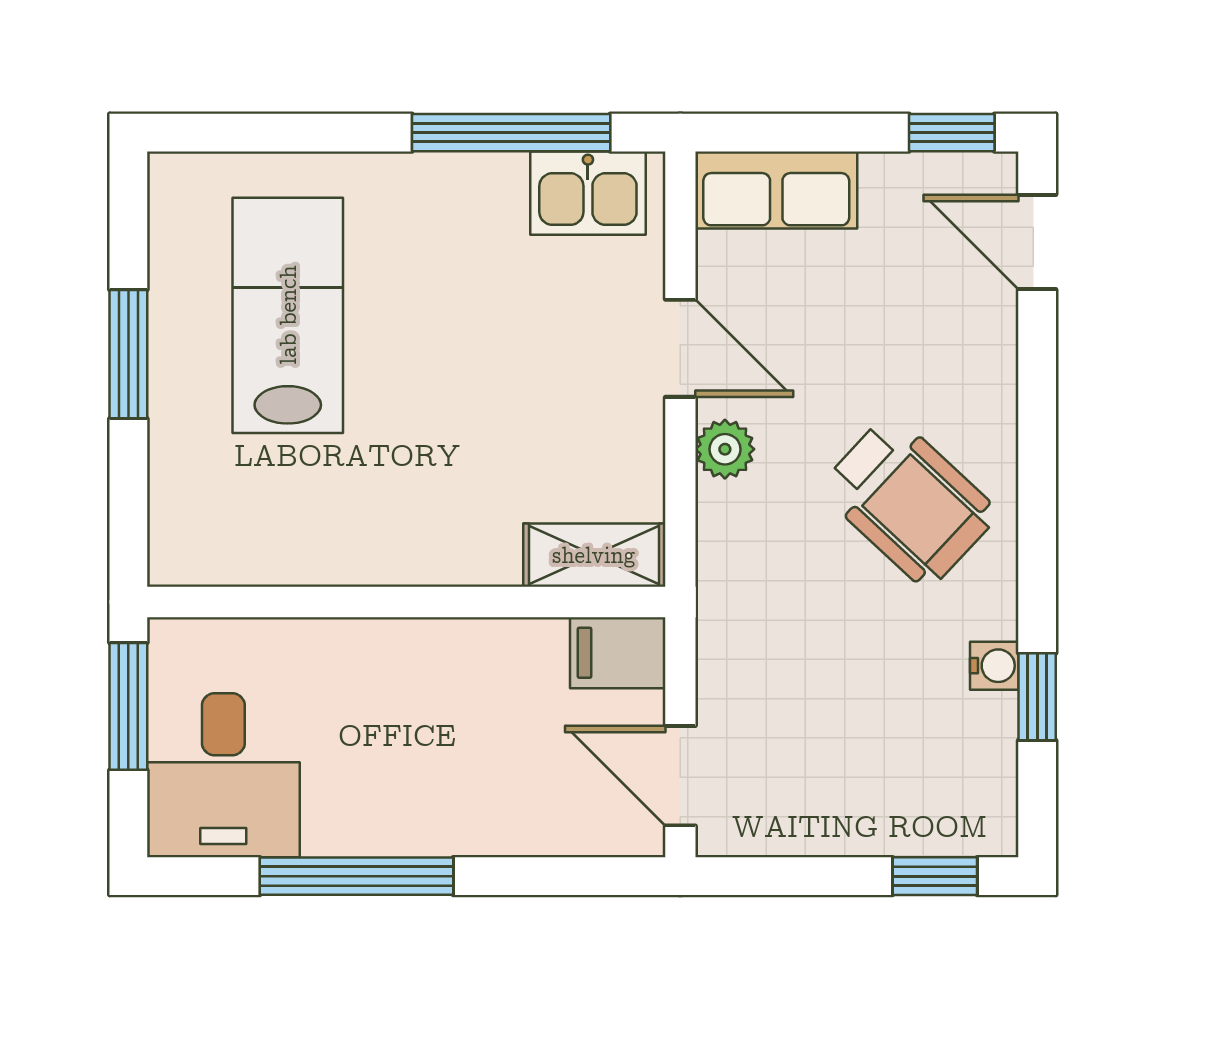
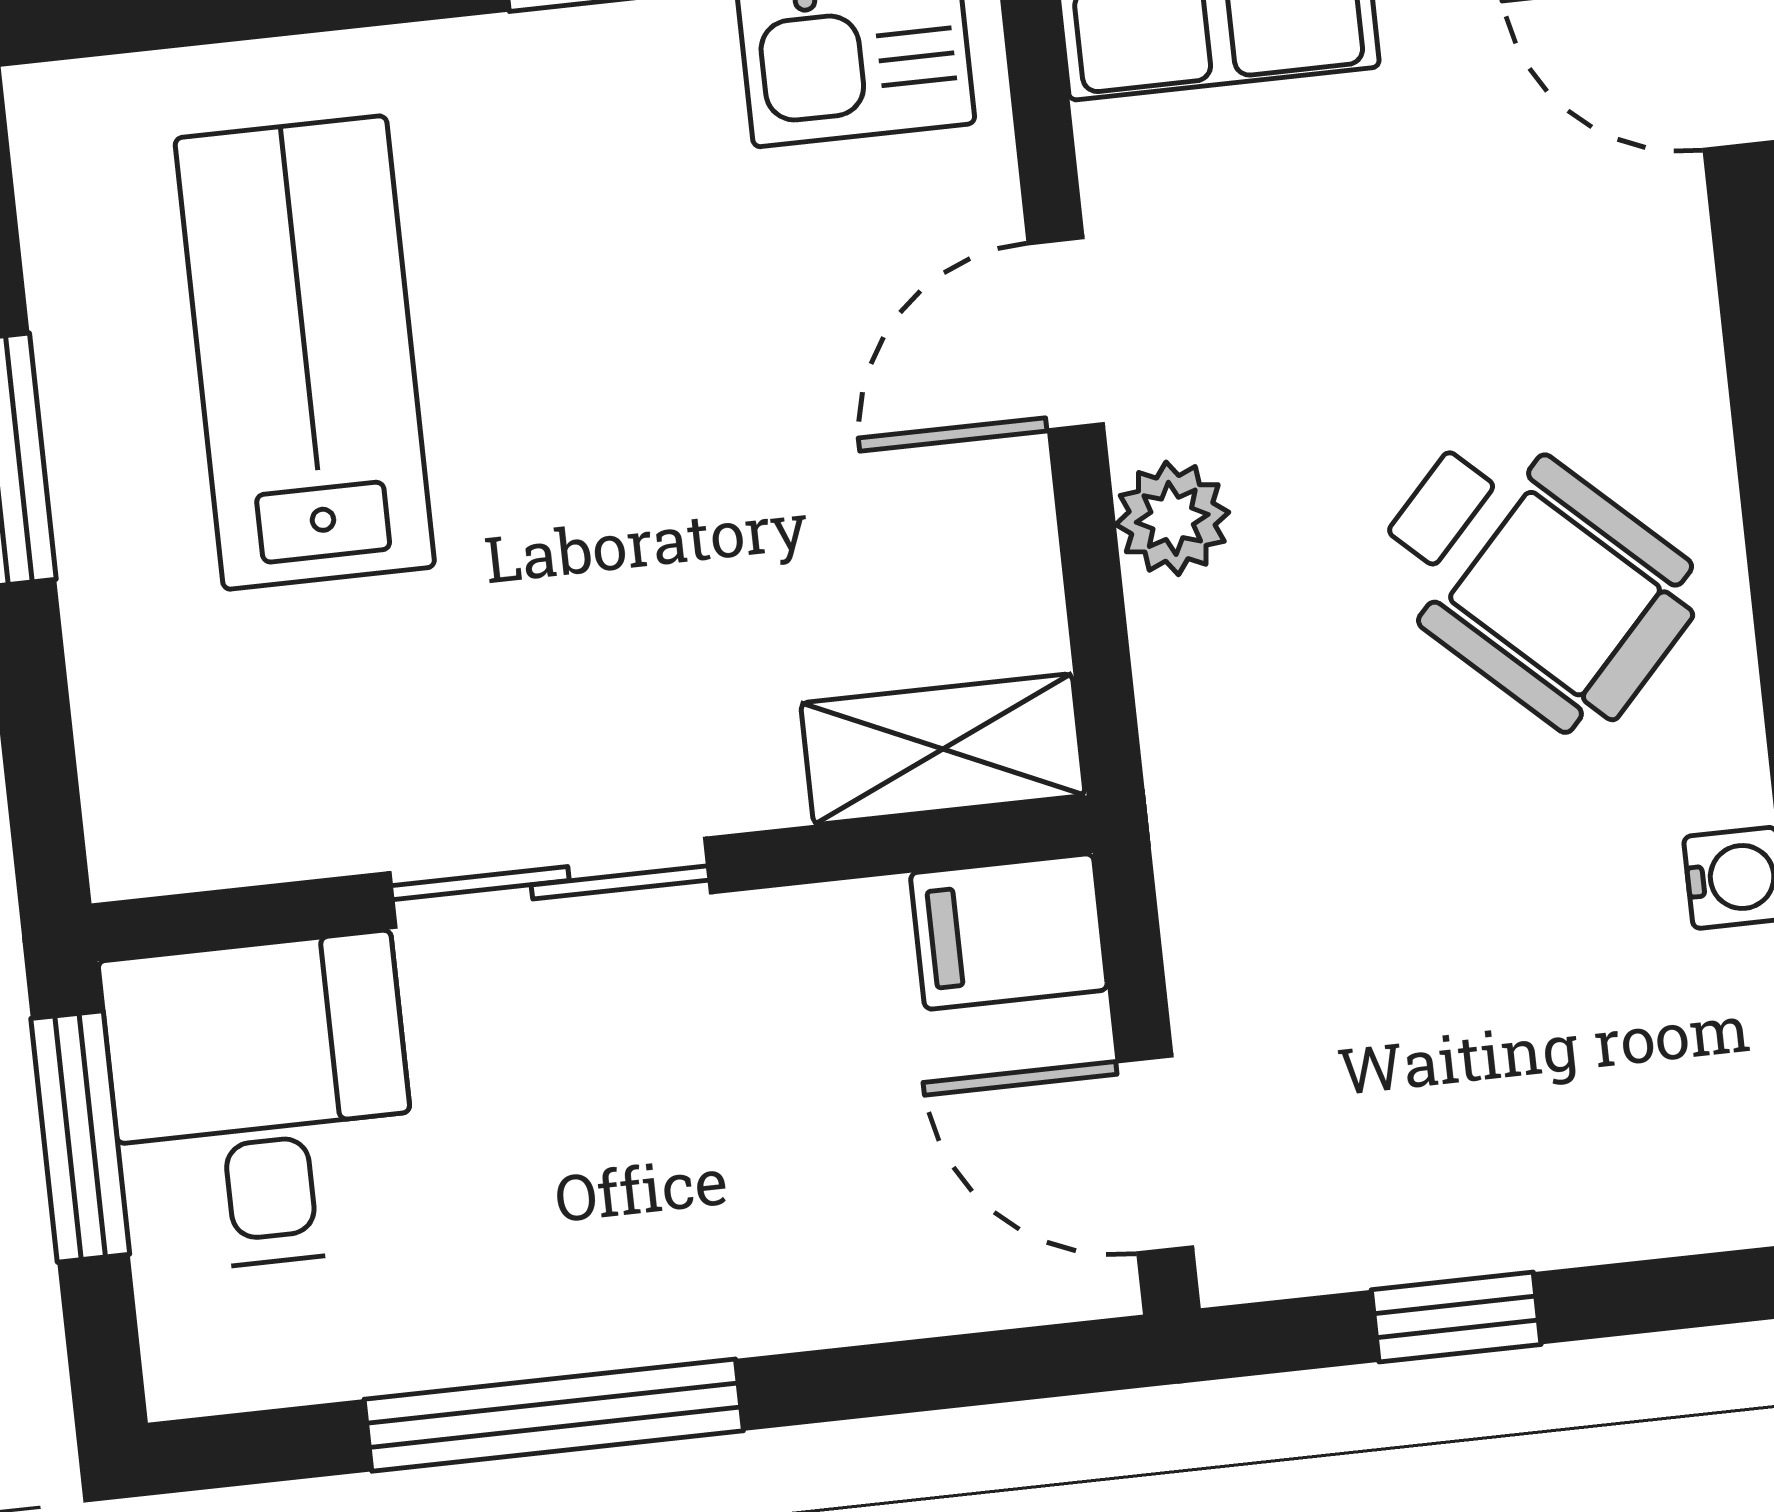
door: (680, 348) -> (1066, 334), swing flipped
sliding door: (384, 602) -> (550, 883), added
desk: (223, 775) -> (261, 1103), moved, turned 180
window: (935, 876) -> (1456, 1317), moved

